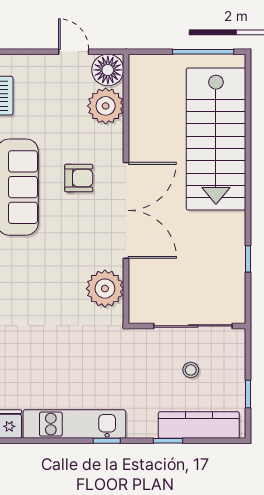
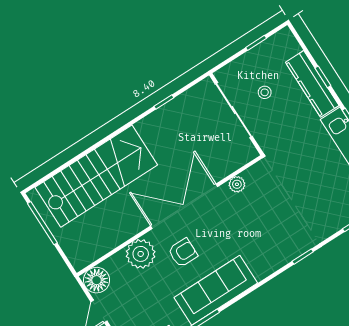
plant: (106, 106) -> (141, 254), moved
armchair: (79, 178) -> (183, 253), turned 90
plant: (105, 289) -> (237, 184), width x0.53, depth x0.53
kitchen counter: (199, 425) -> (312, 84), moved

